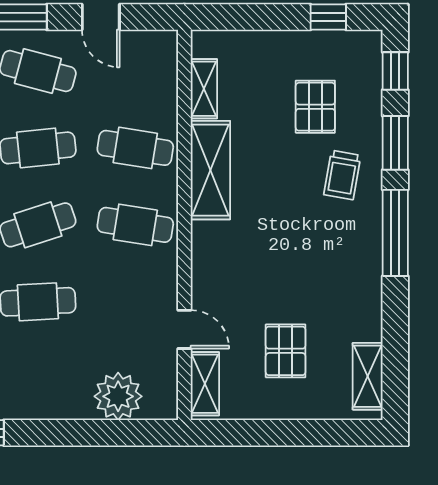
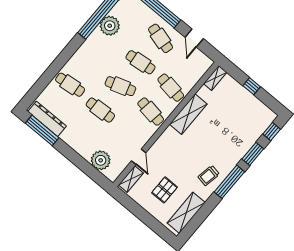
window: (328, 17) -> (252, 86), moved
shelving: (204, 89) -> (215, 78), moved
pallet: (315, 107) -> (237, 122), removed
trolley: (342, 175) -> (209, 176), moved
shelving: (368, 376) -> (186, 213), width x1.50, depth x1.33

